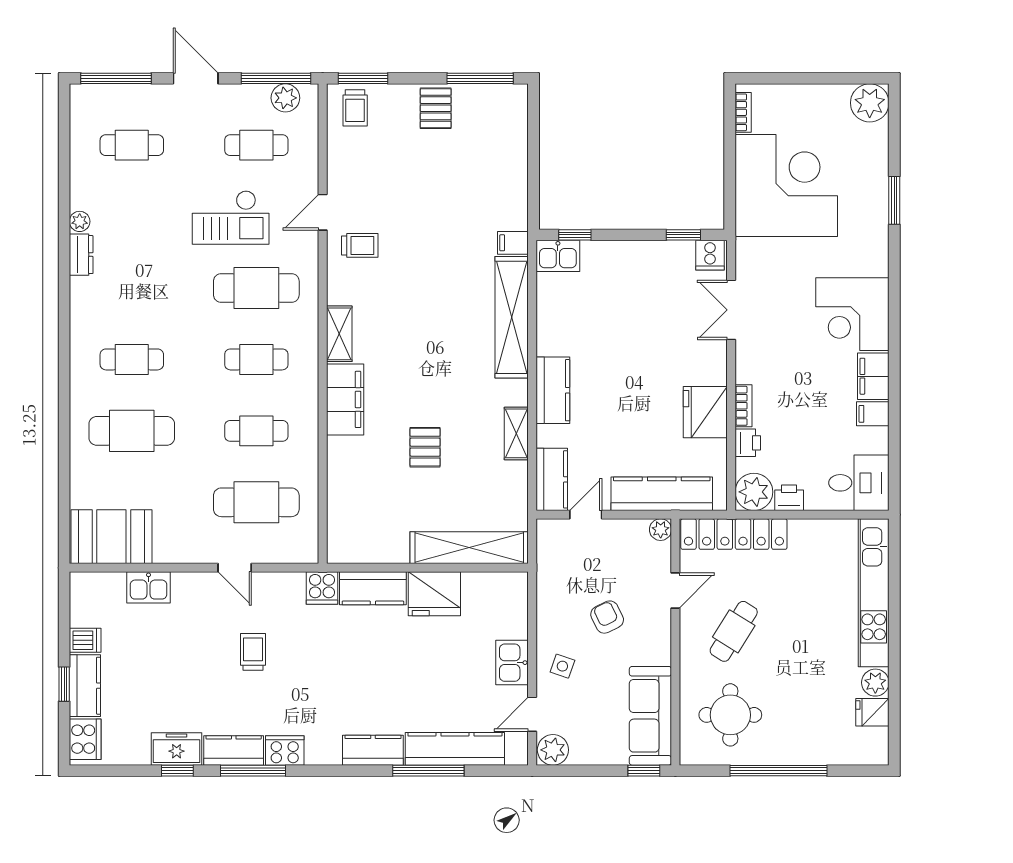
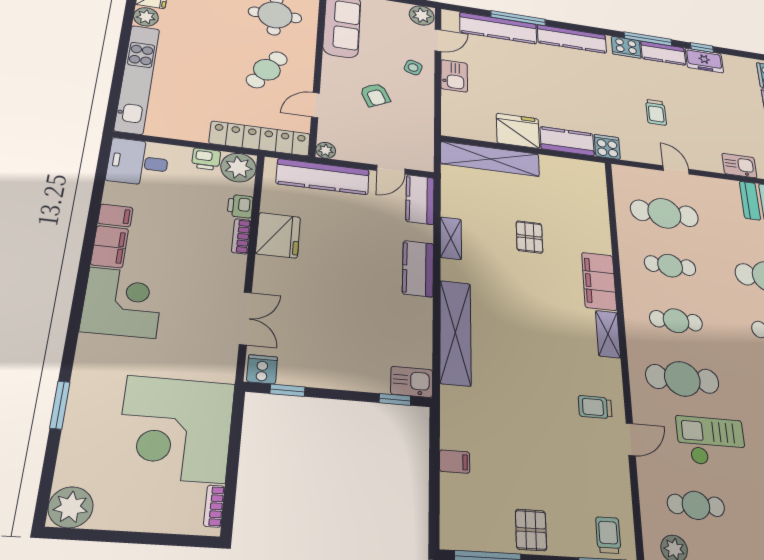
filing cabinet: (513, 243) -> (455, 462), moved
kitchen counter: (373, 750) -> (572, 39), width x1.50

